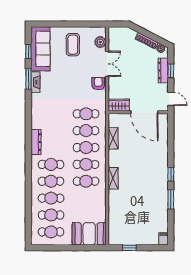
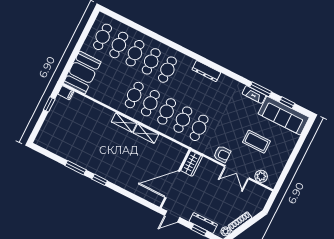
coffee table: (73, 45) -> (256, 142), moved
shelving: (113, 138) -> (146, 134), moved
dresser: (36, 142) -> (206, 71), moved
filing cabinet: (163, 239) -> (66, 93), moved

